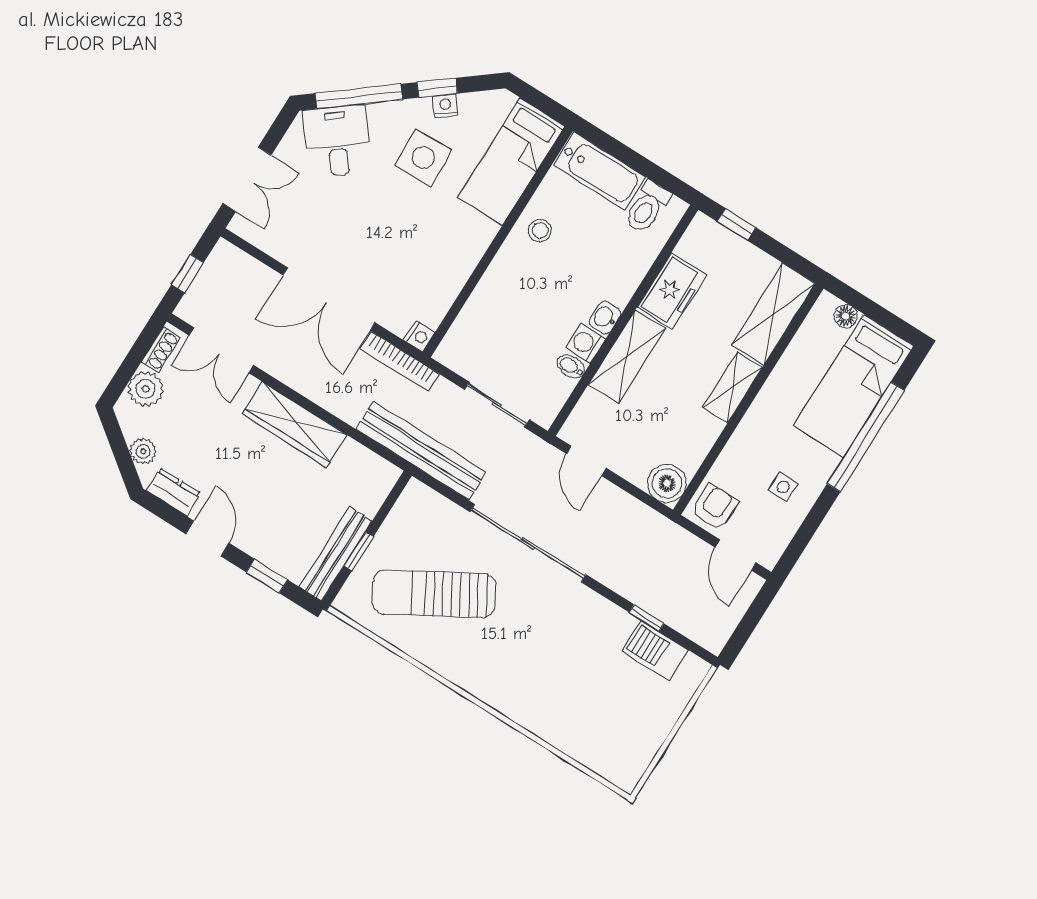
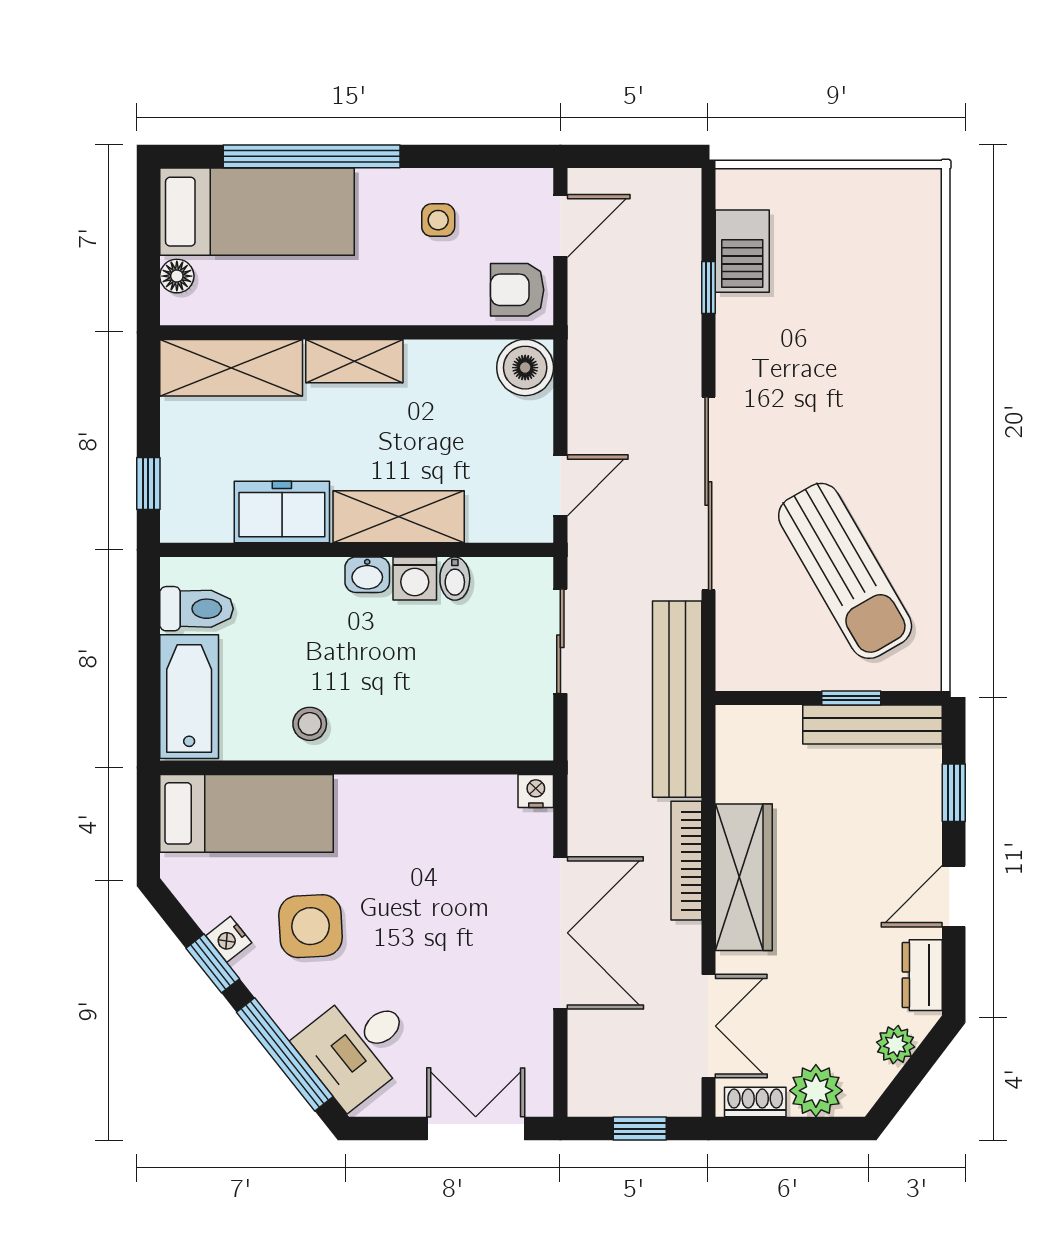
bookcase: (399, 361) -> (686, 861), moved, turned 180

